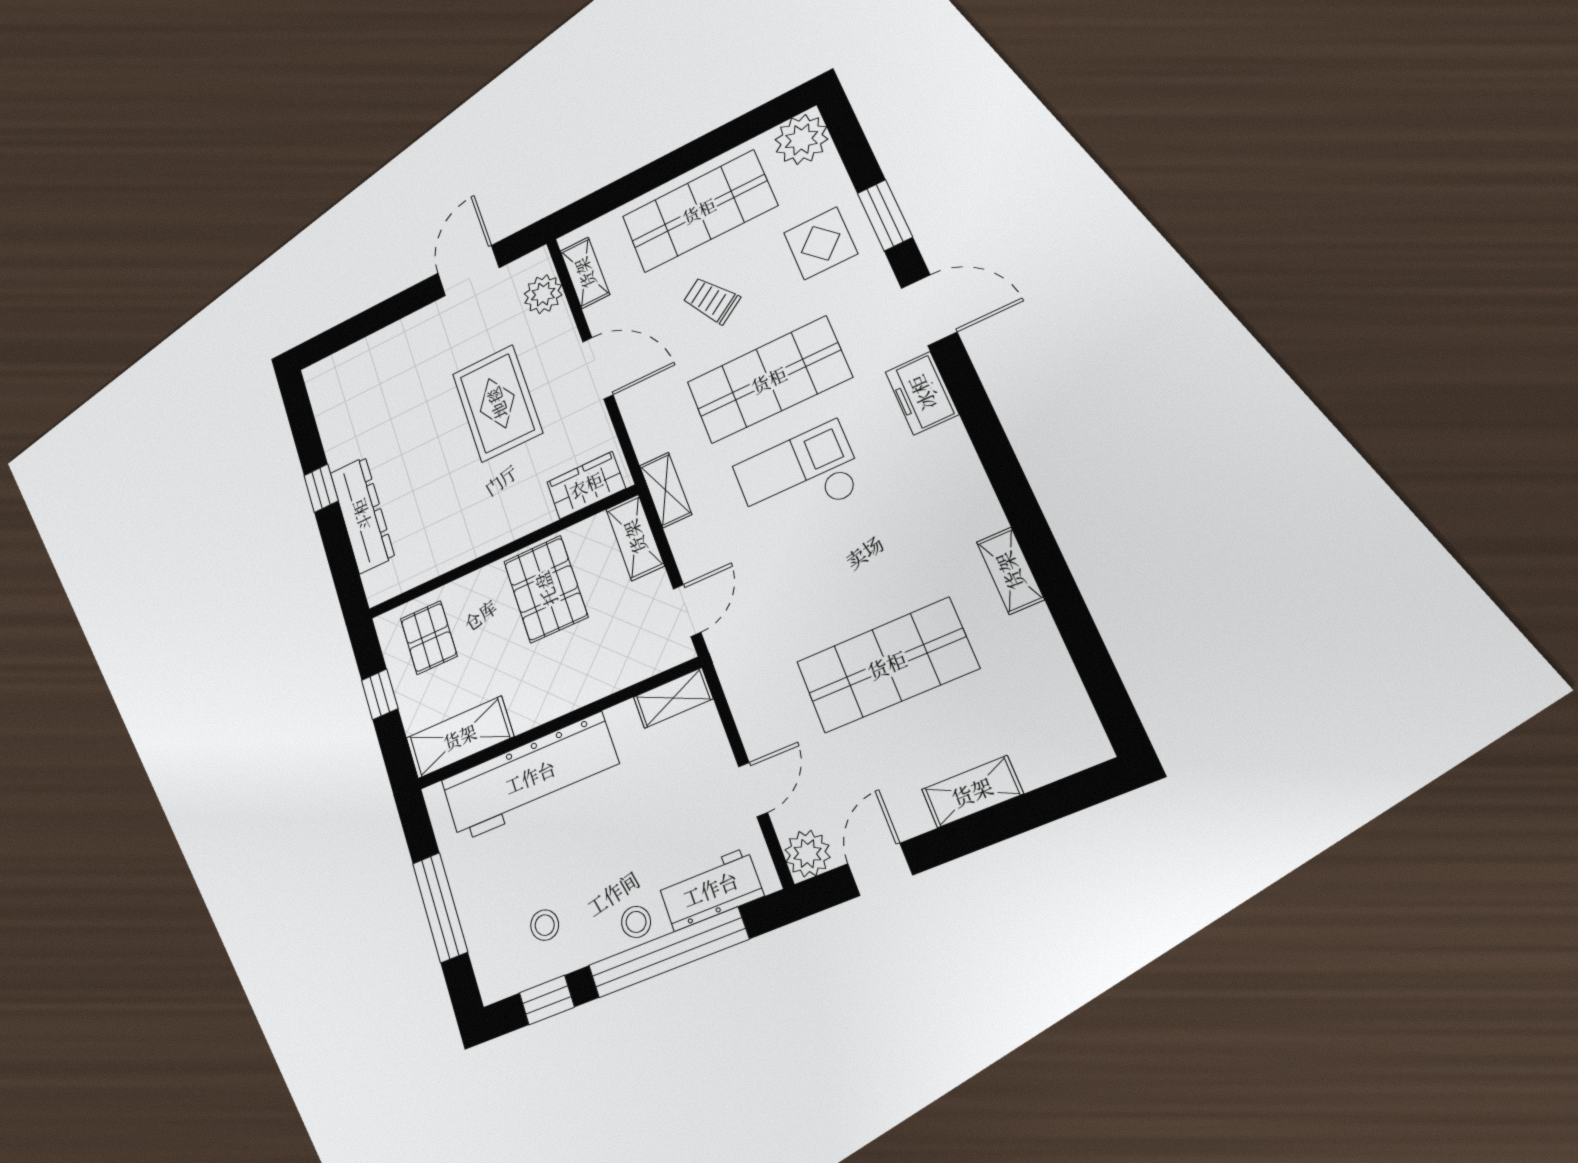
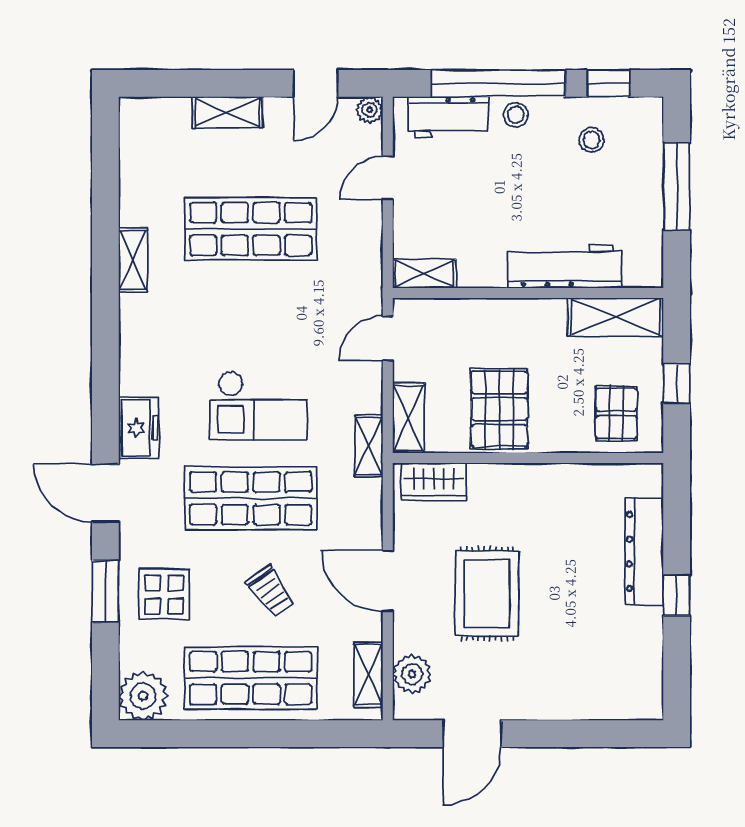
workbench: (530, 777) -> (565, 266), width x0.73, depth x0.76
plant: (808, 854) -> (369, 110), width x0.73, depth x0.73

